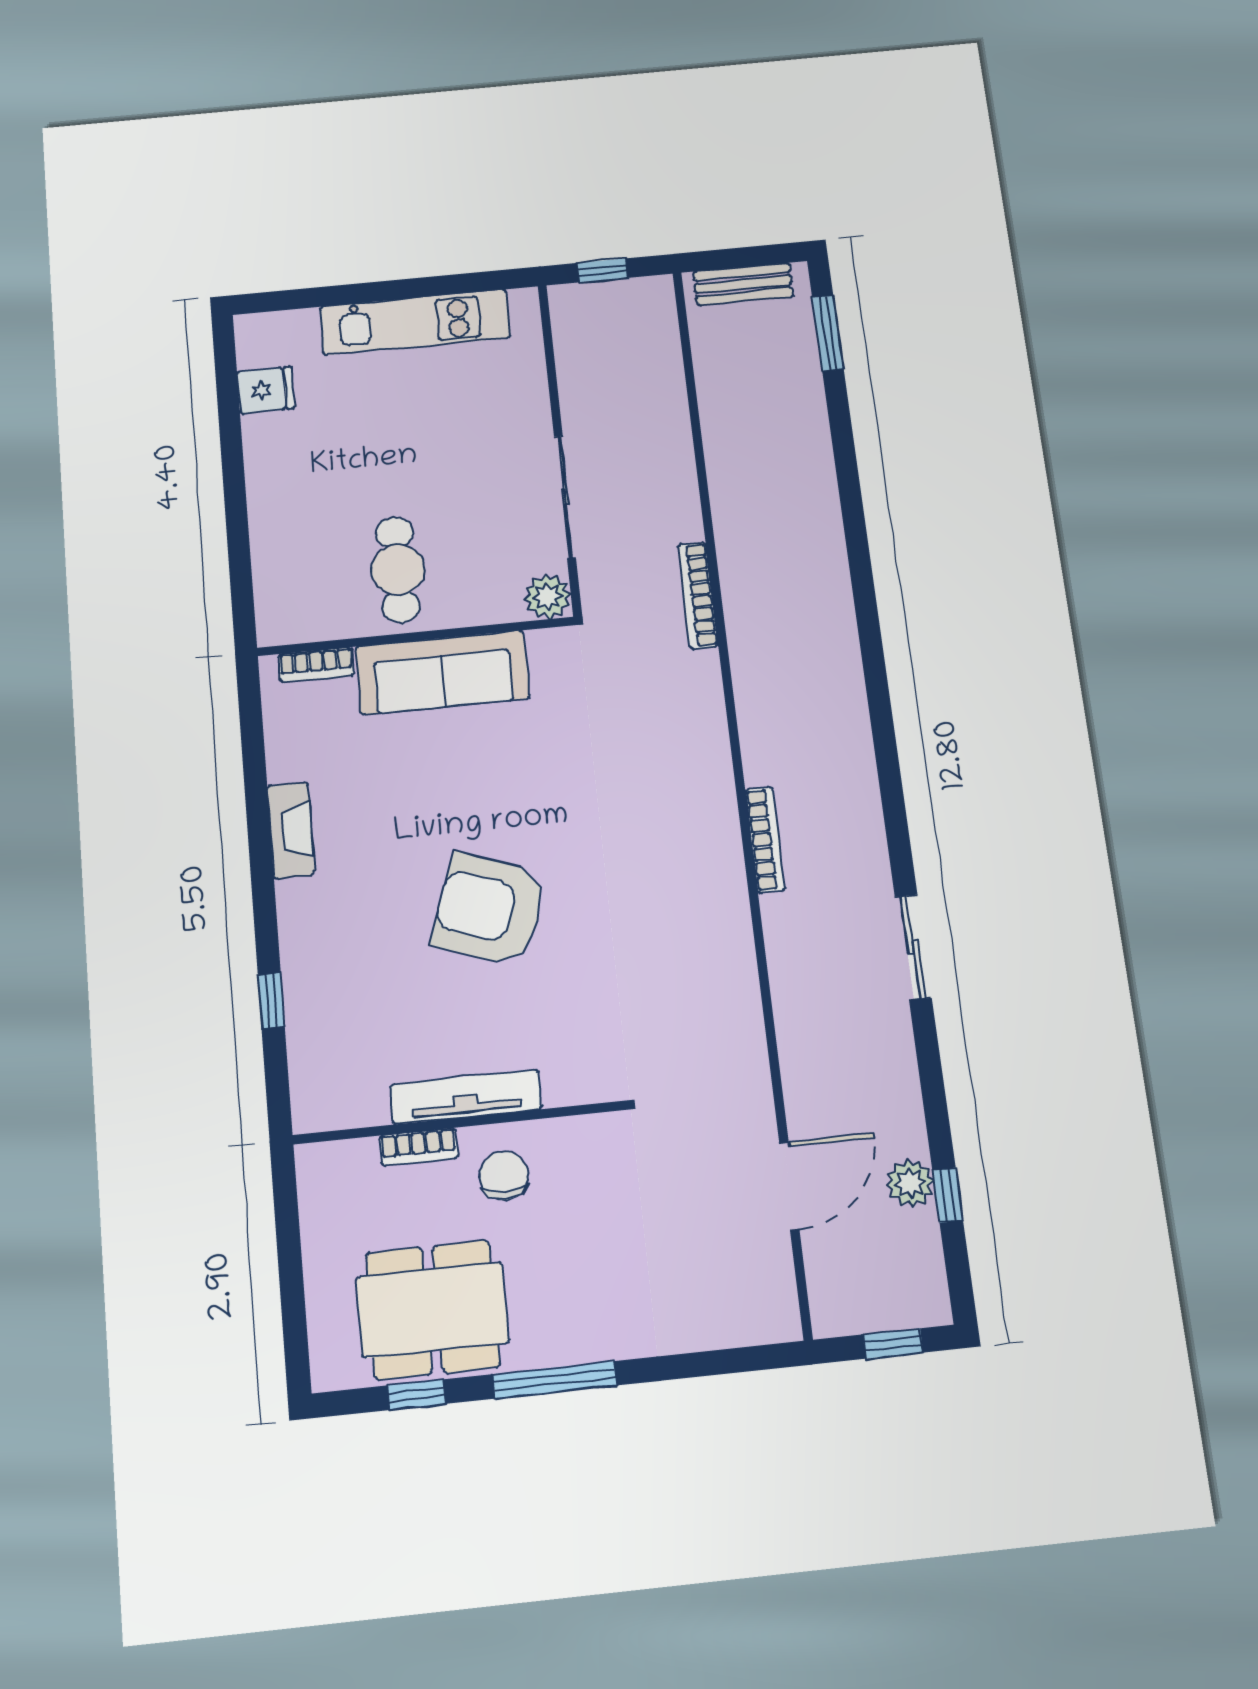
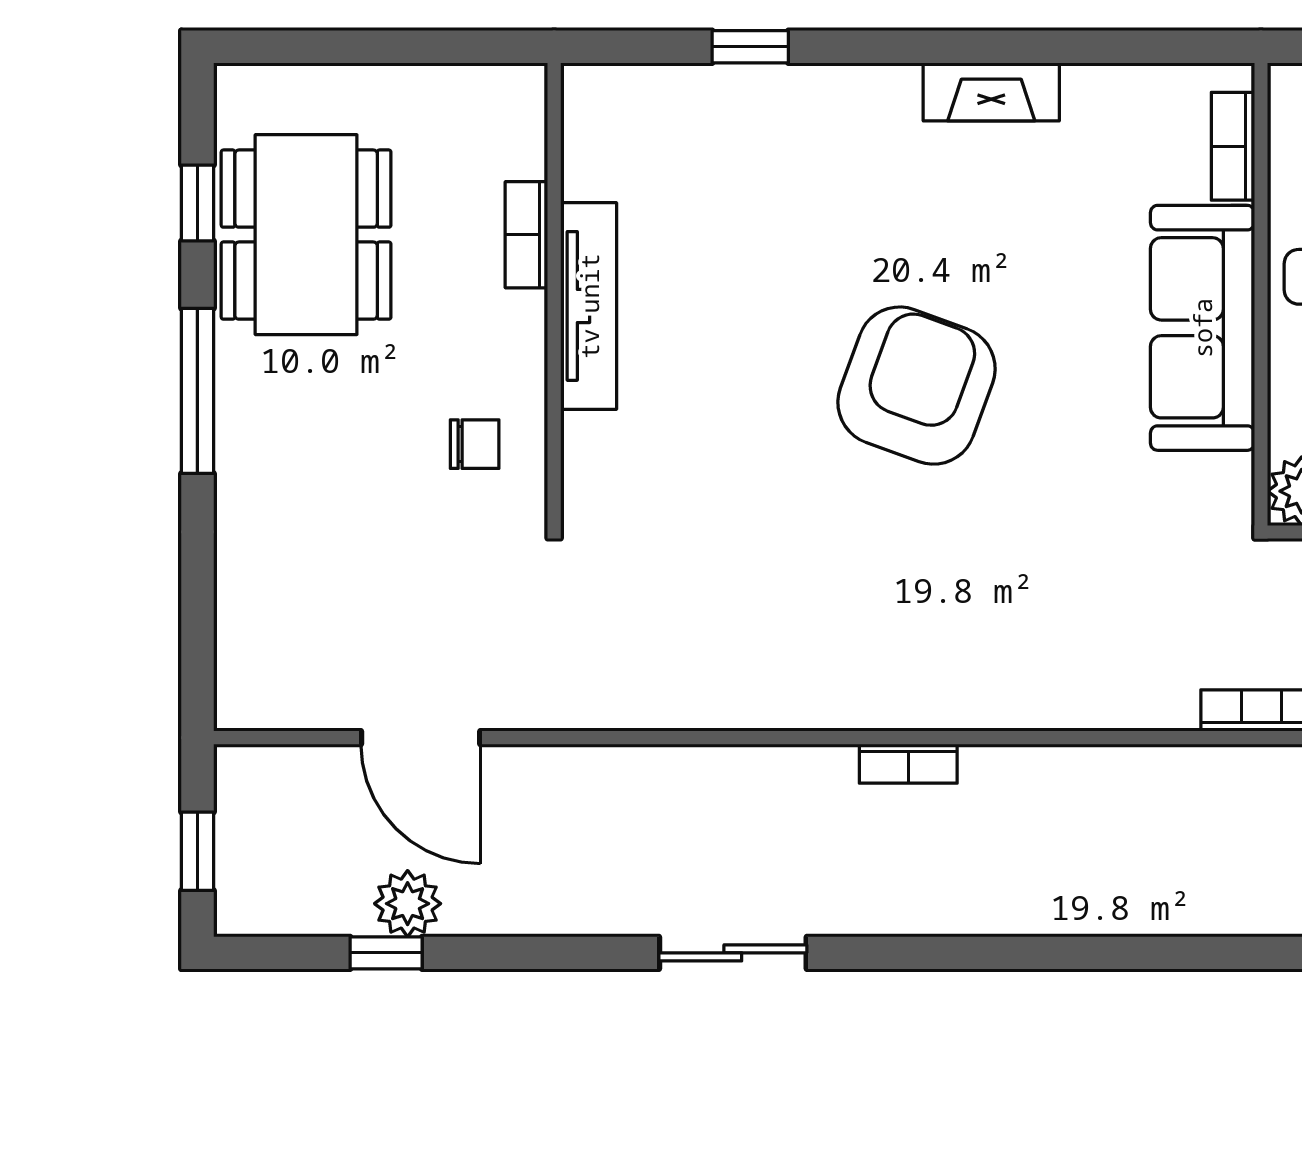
bookcase: (765, 840) -> (908, 764), width x0.64
armchair: (490, 909) -> (917, 386), moved
chair: (504, 1176) -> (475, 444), moved, width x0.73, depth x0.73

